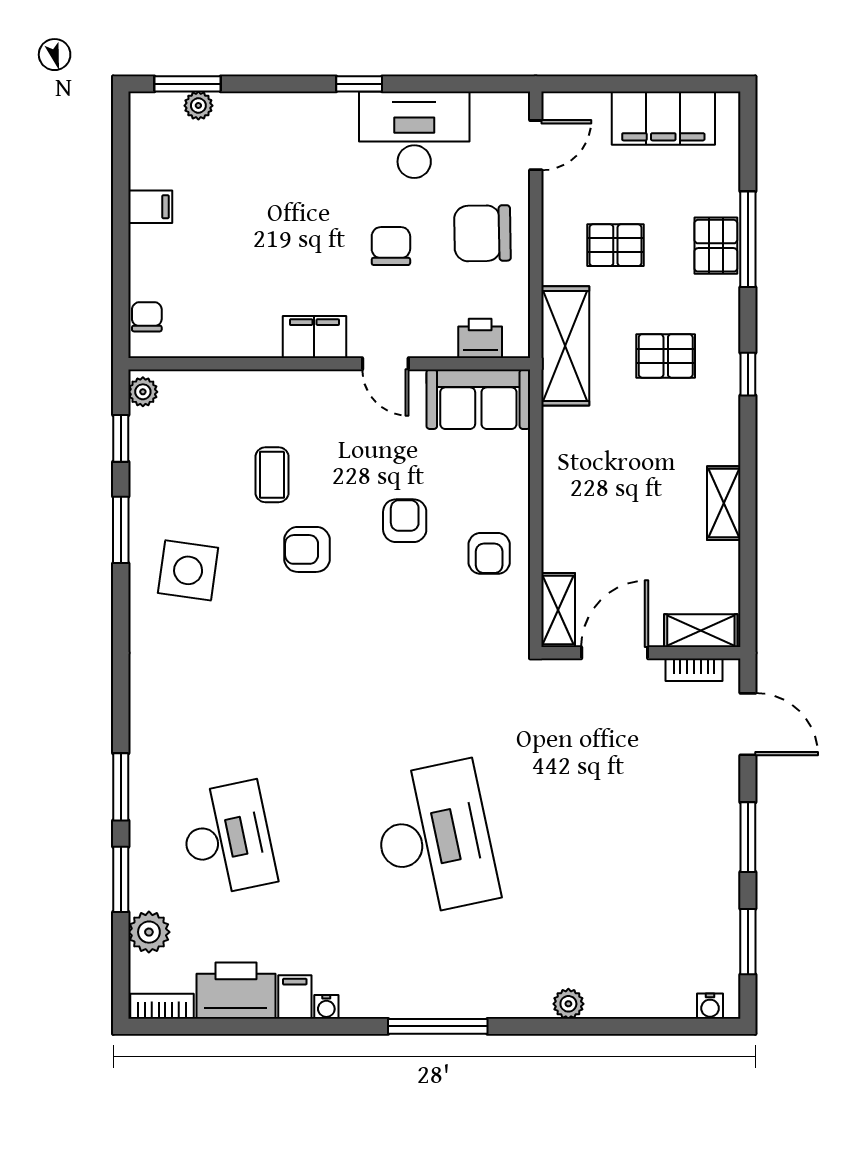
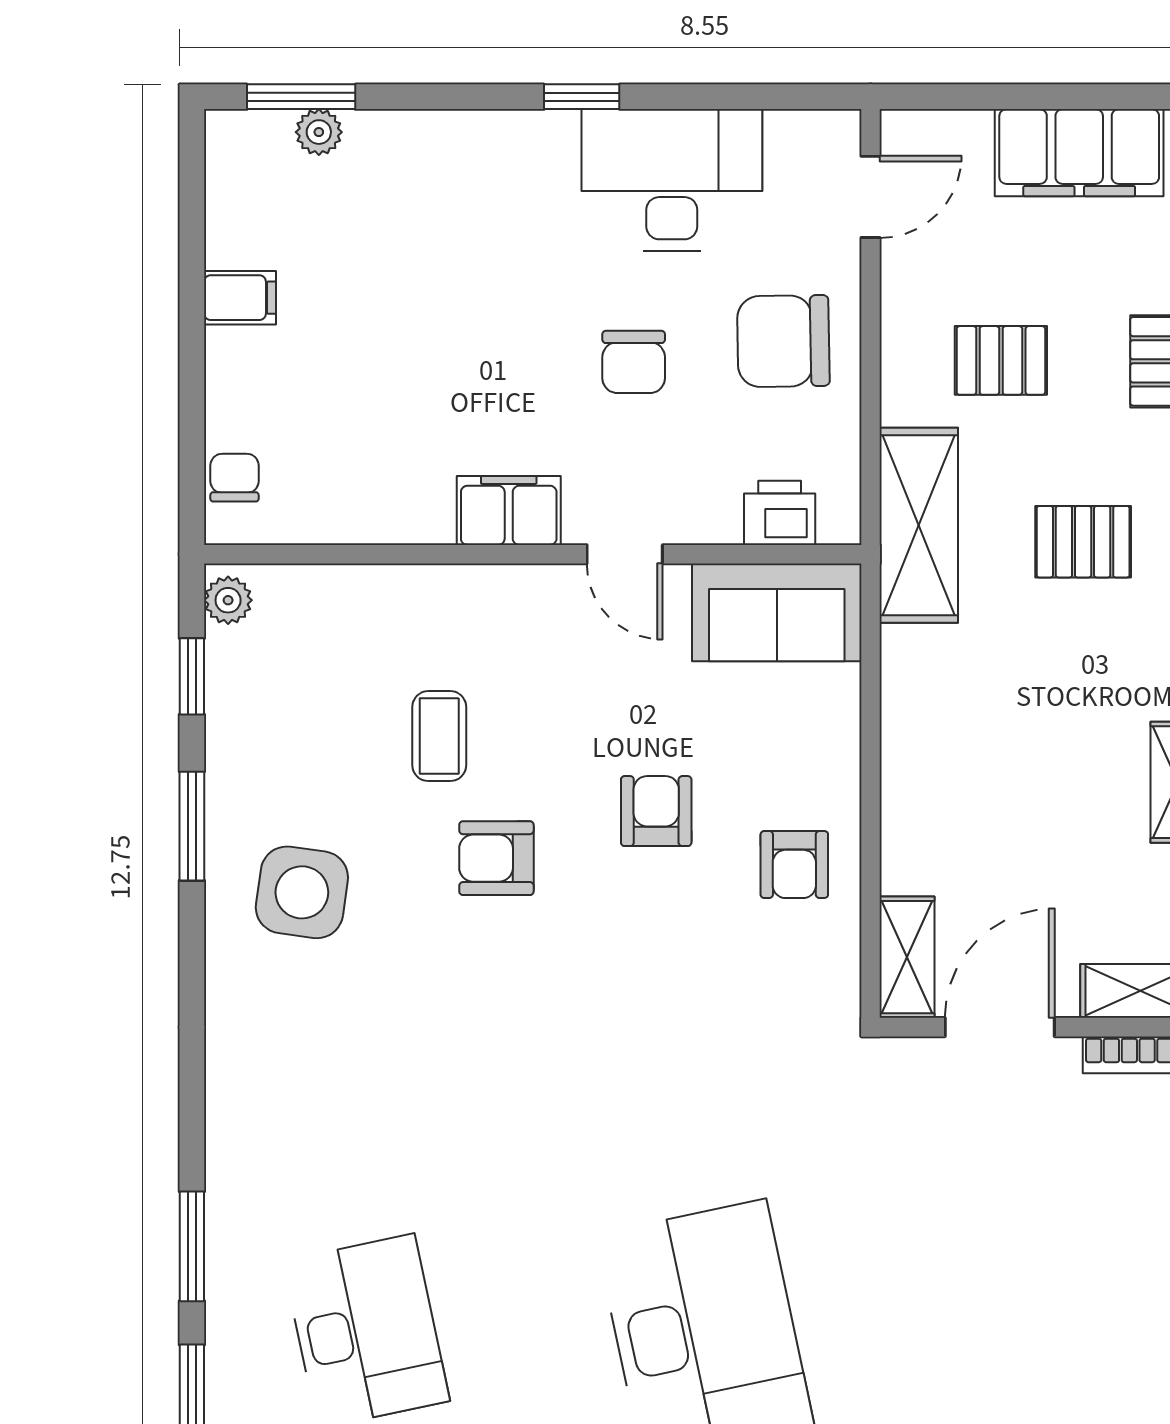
chair: (391, 246) -> (634, 362), turned 180

